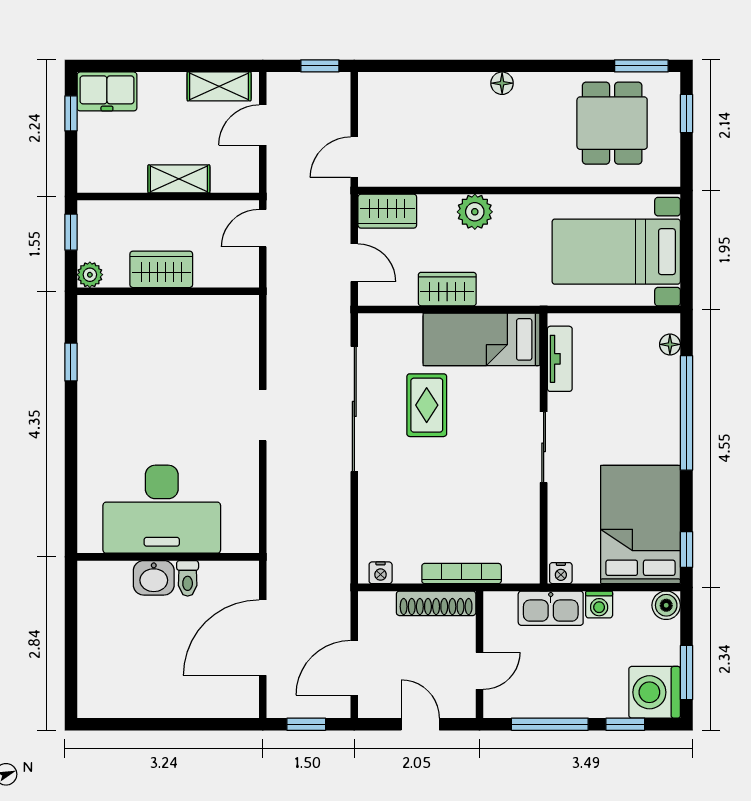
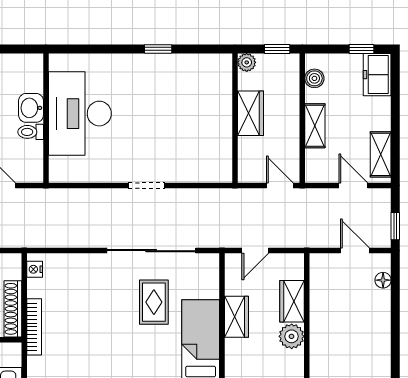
floor lamp: (502, 83) -> (383, 280), moved
door: (354, 157) -> (355, 251), moved
boiler: (112, 180) -> (314, 78), added
wardrobe: (387, 211) -> (292, 301), moved
window: (71, 362) -> (158, 49), moved
rug: (427, 405) -> (154, 302), turned 90

